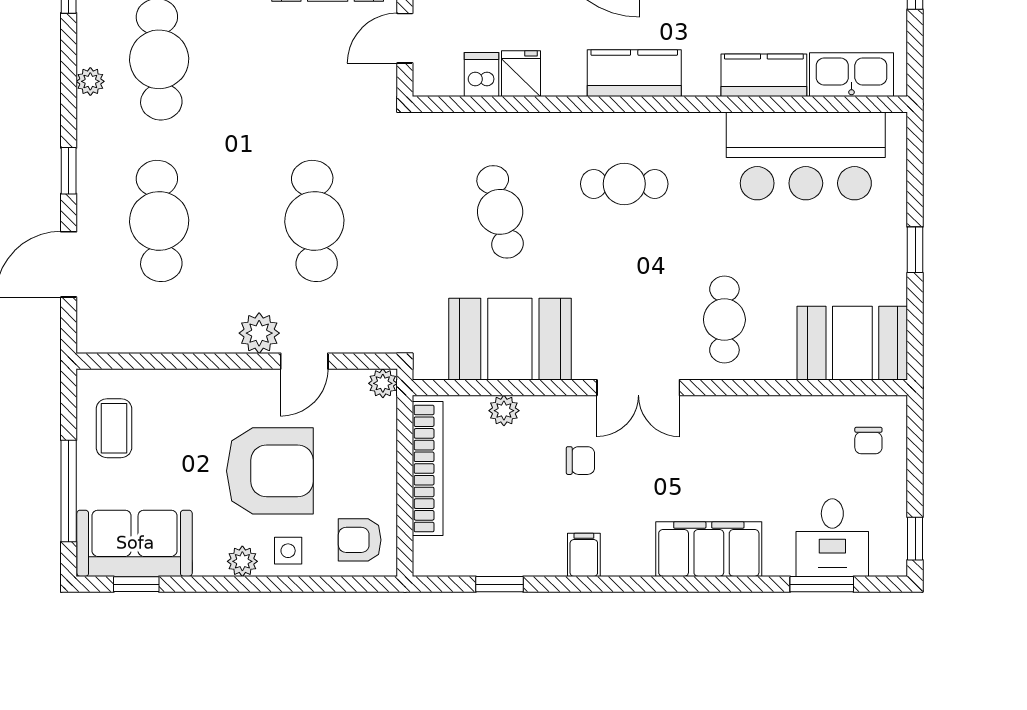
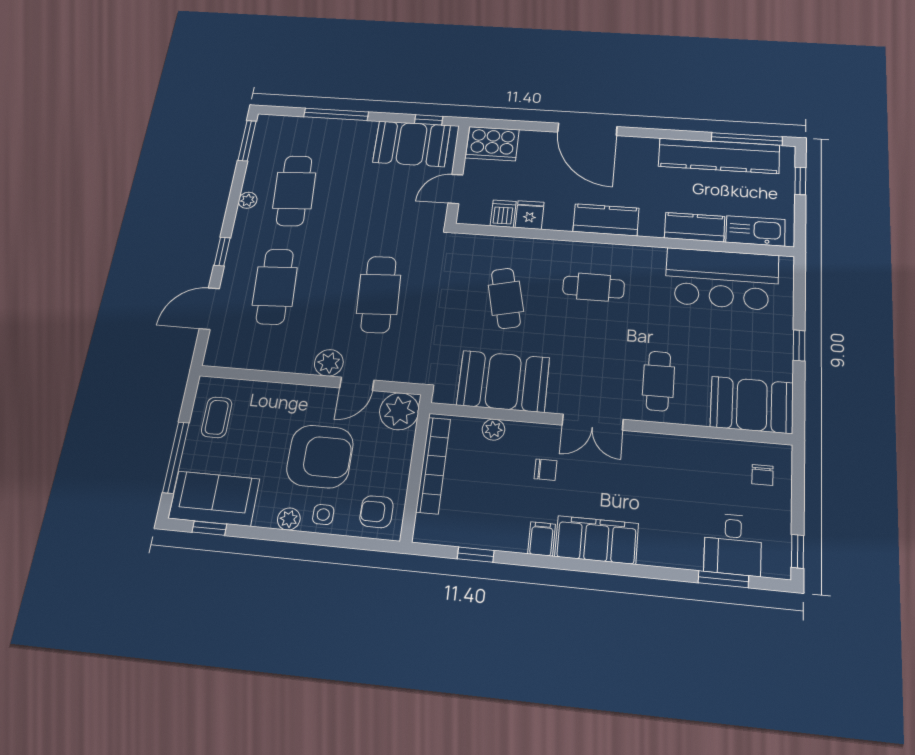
plant: (383, 383) -> (399, 411), width x1.87, depth x1.87
filing cabinet: (709, 549) -> (597, 540), moved

